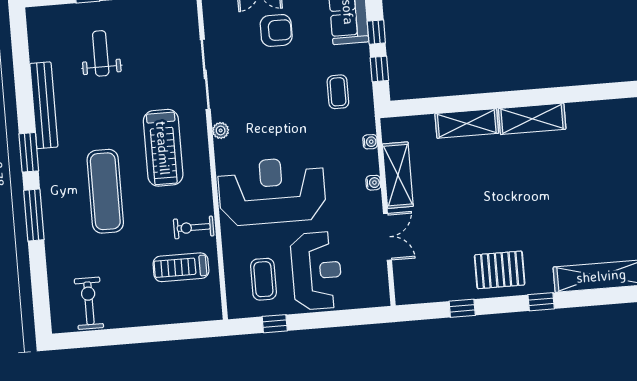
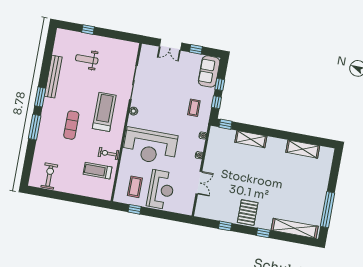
armchair: (276, 30) -> (173, 71), removed
weight bench: (101, 53) -> (87, 59), turned -90
window: (409, 108) -> (226, 124), added
shelving: (532, 119) -> (303, 149), moved
treadmill: (163, 148) -> (104, 112), turned 180
shelving: (398, 175) -> (212, 155), removed
exercise mat: (105, 191) -> (71, 125), width x0.73, depth x0.69
reception desk: (272, 191) -> (150, 146), turned 180
pallet: (500, 270) -> (248, 213), turned 90

